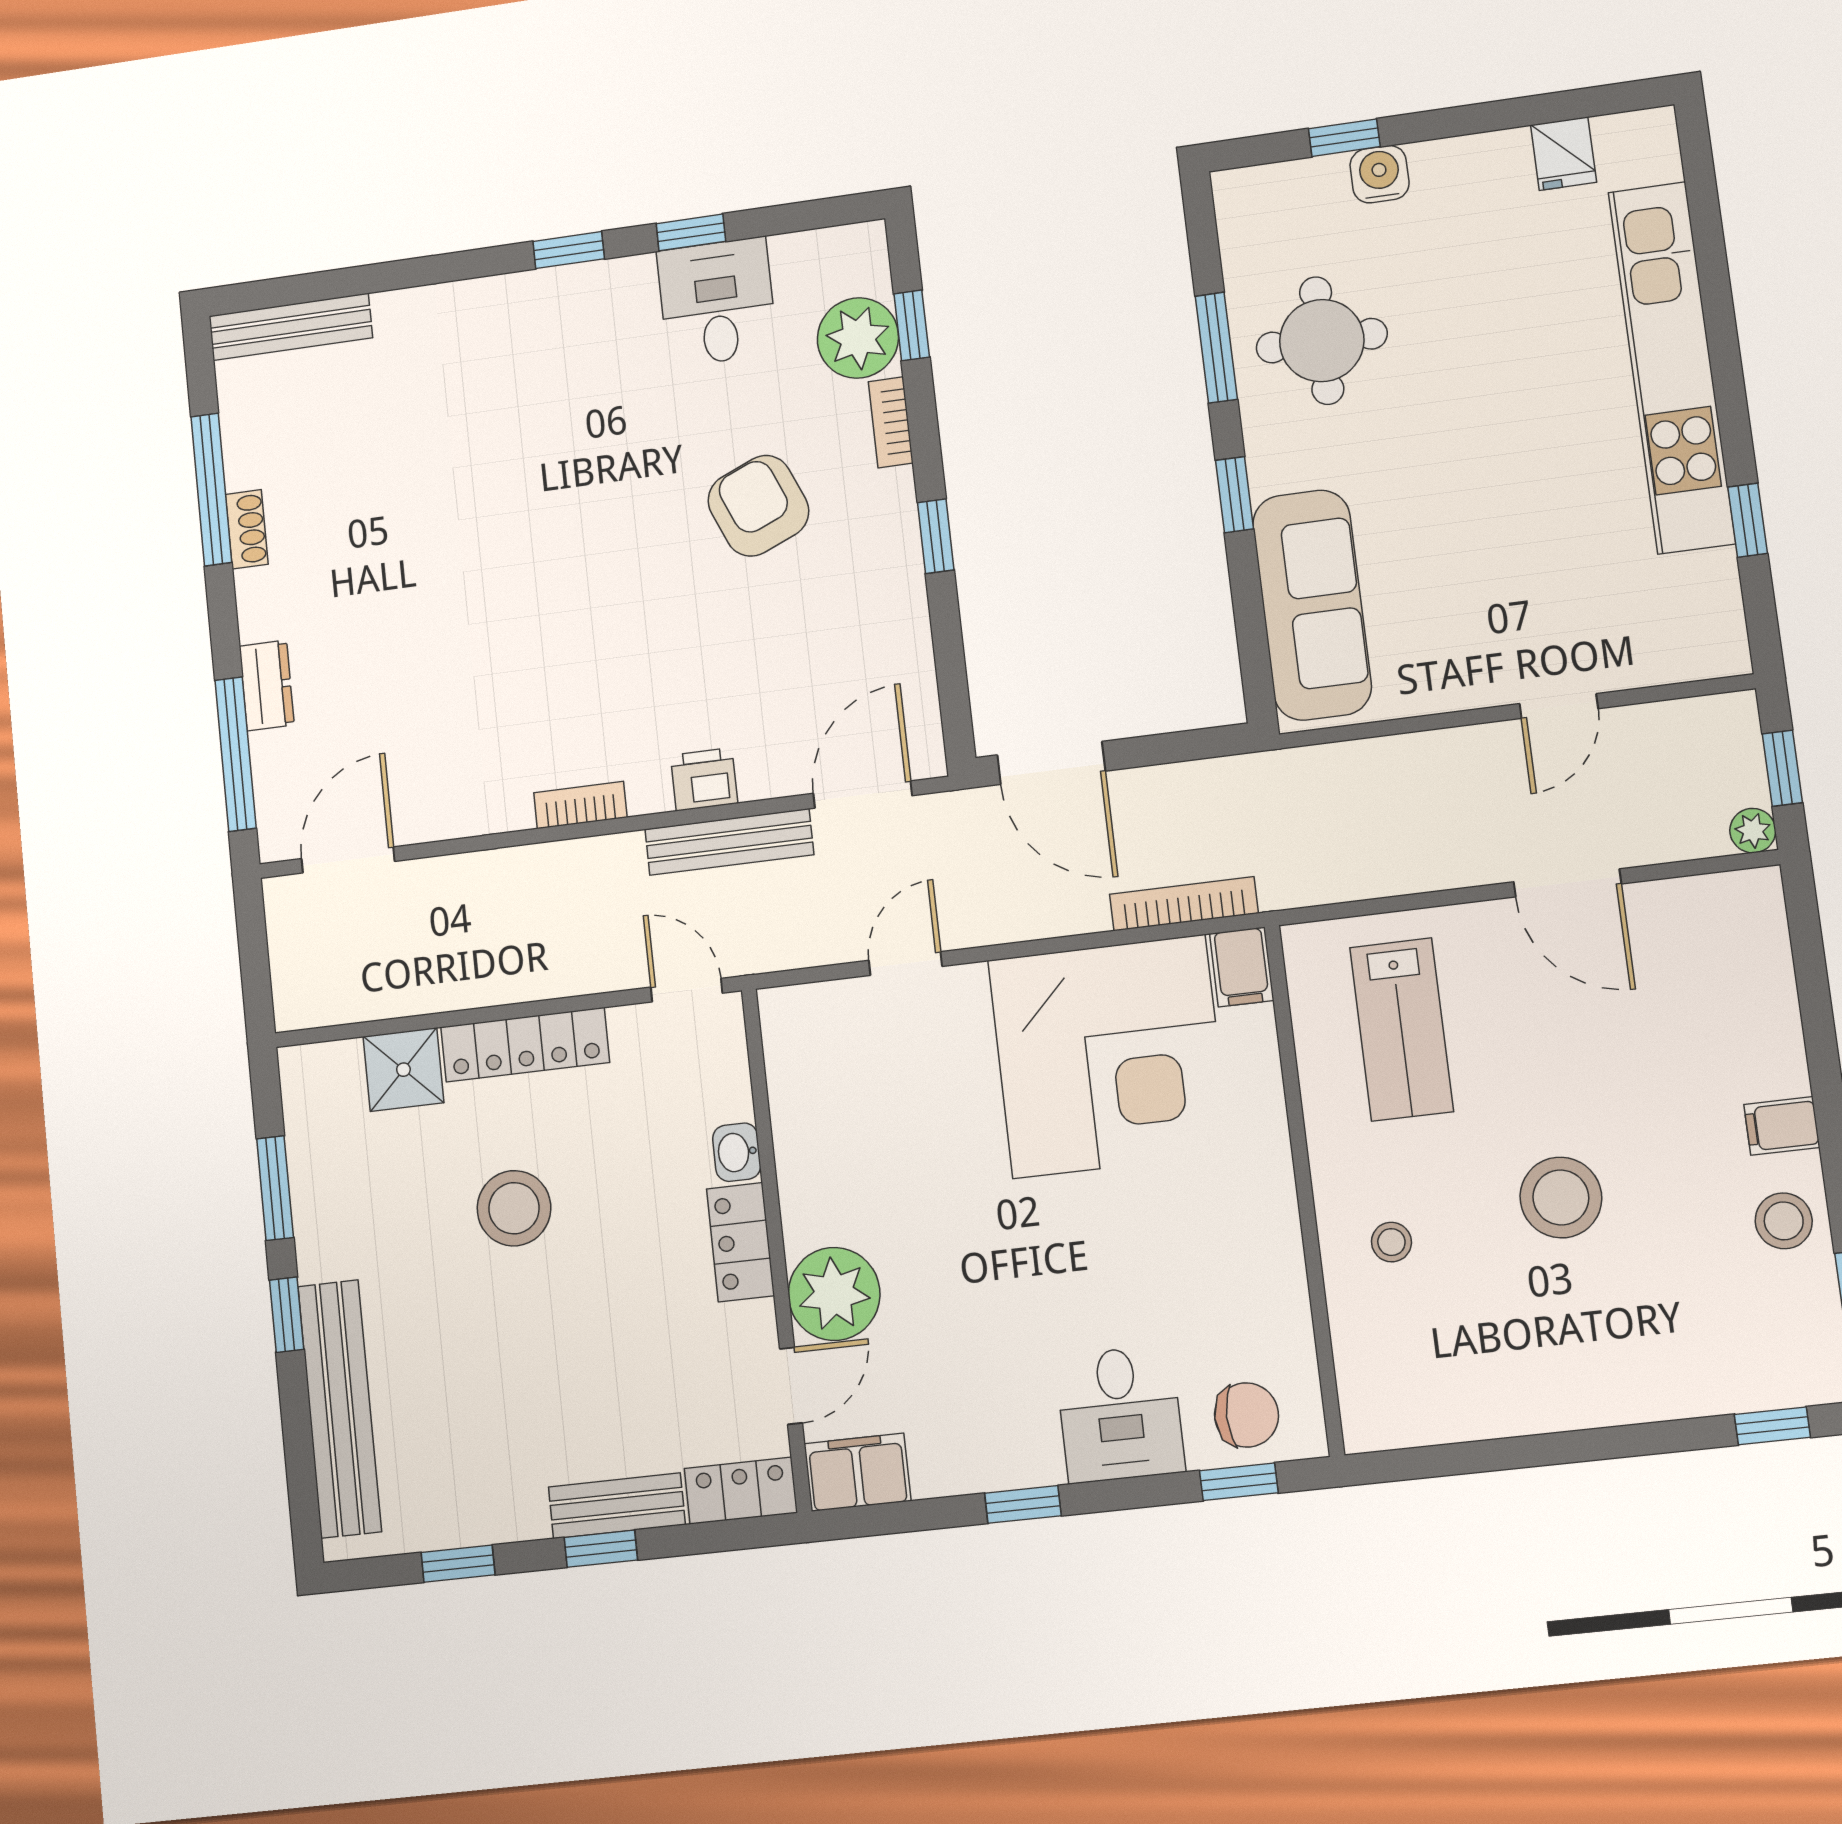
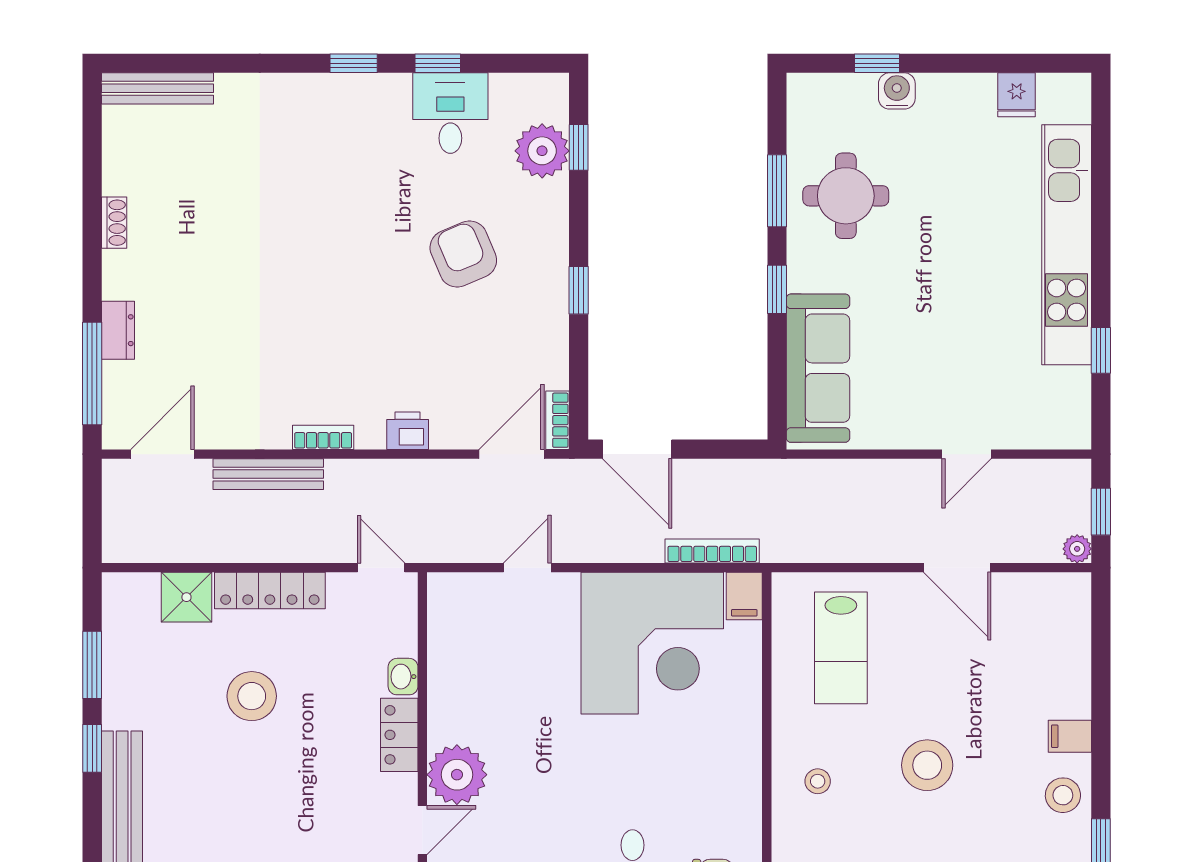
bookcase: (891, 422) -> (558, 420), moved
window: (211, 489) -> (92, 192), removed
bench: (729, 842) -> (268, 474), moved

